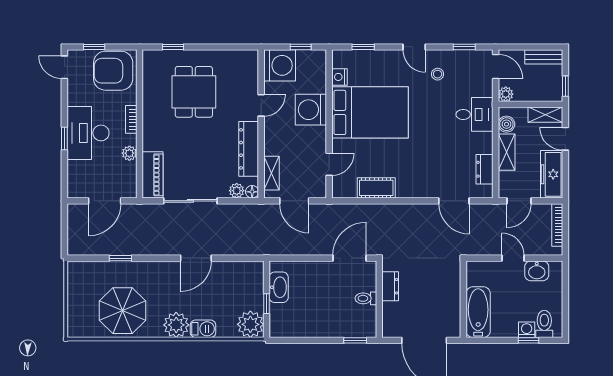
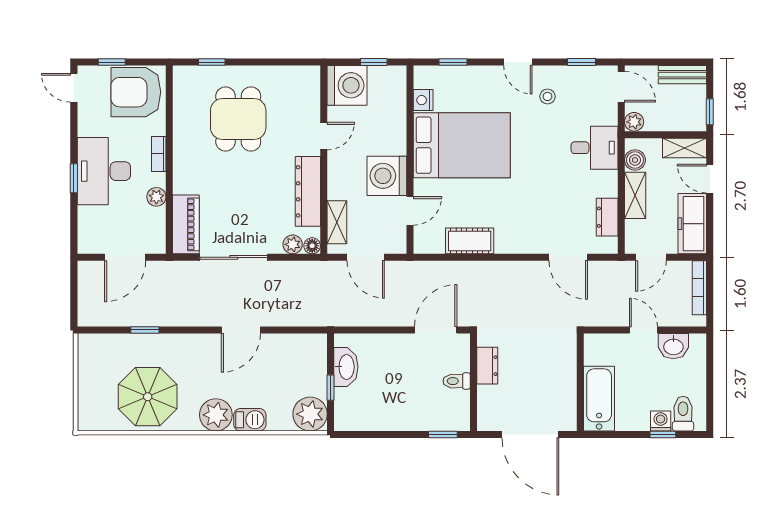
washing machine: (311, 110) -> (387, 176), moved

